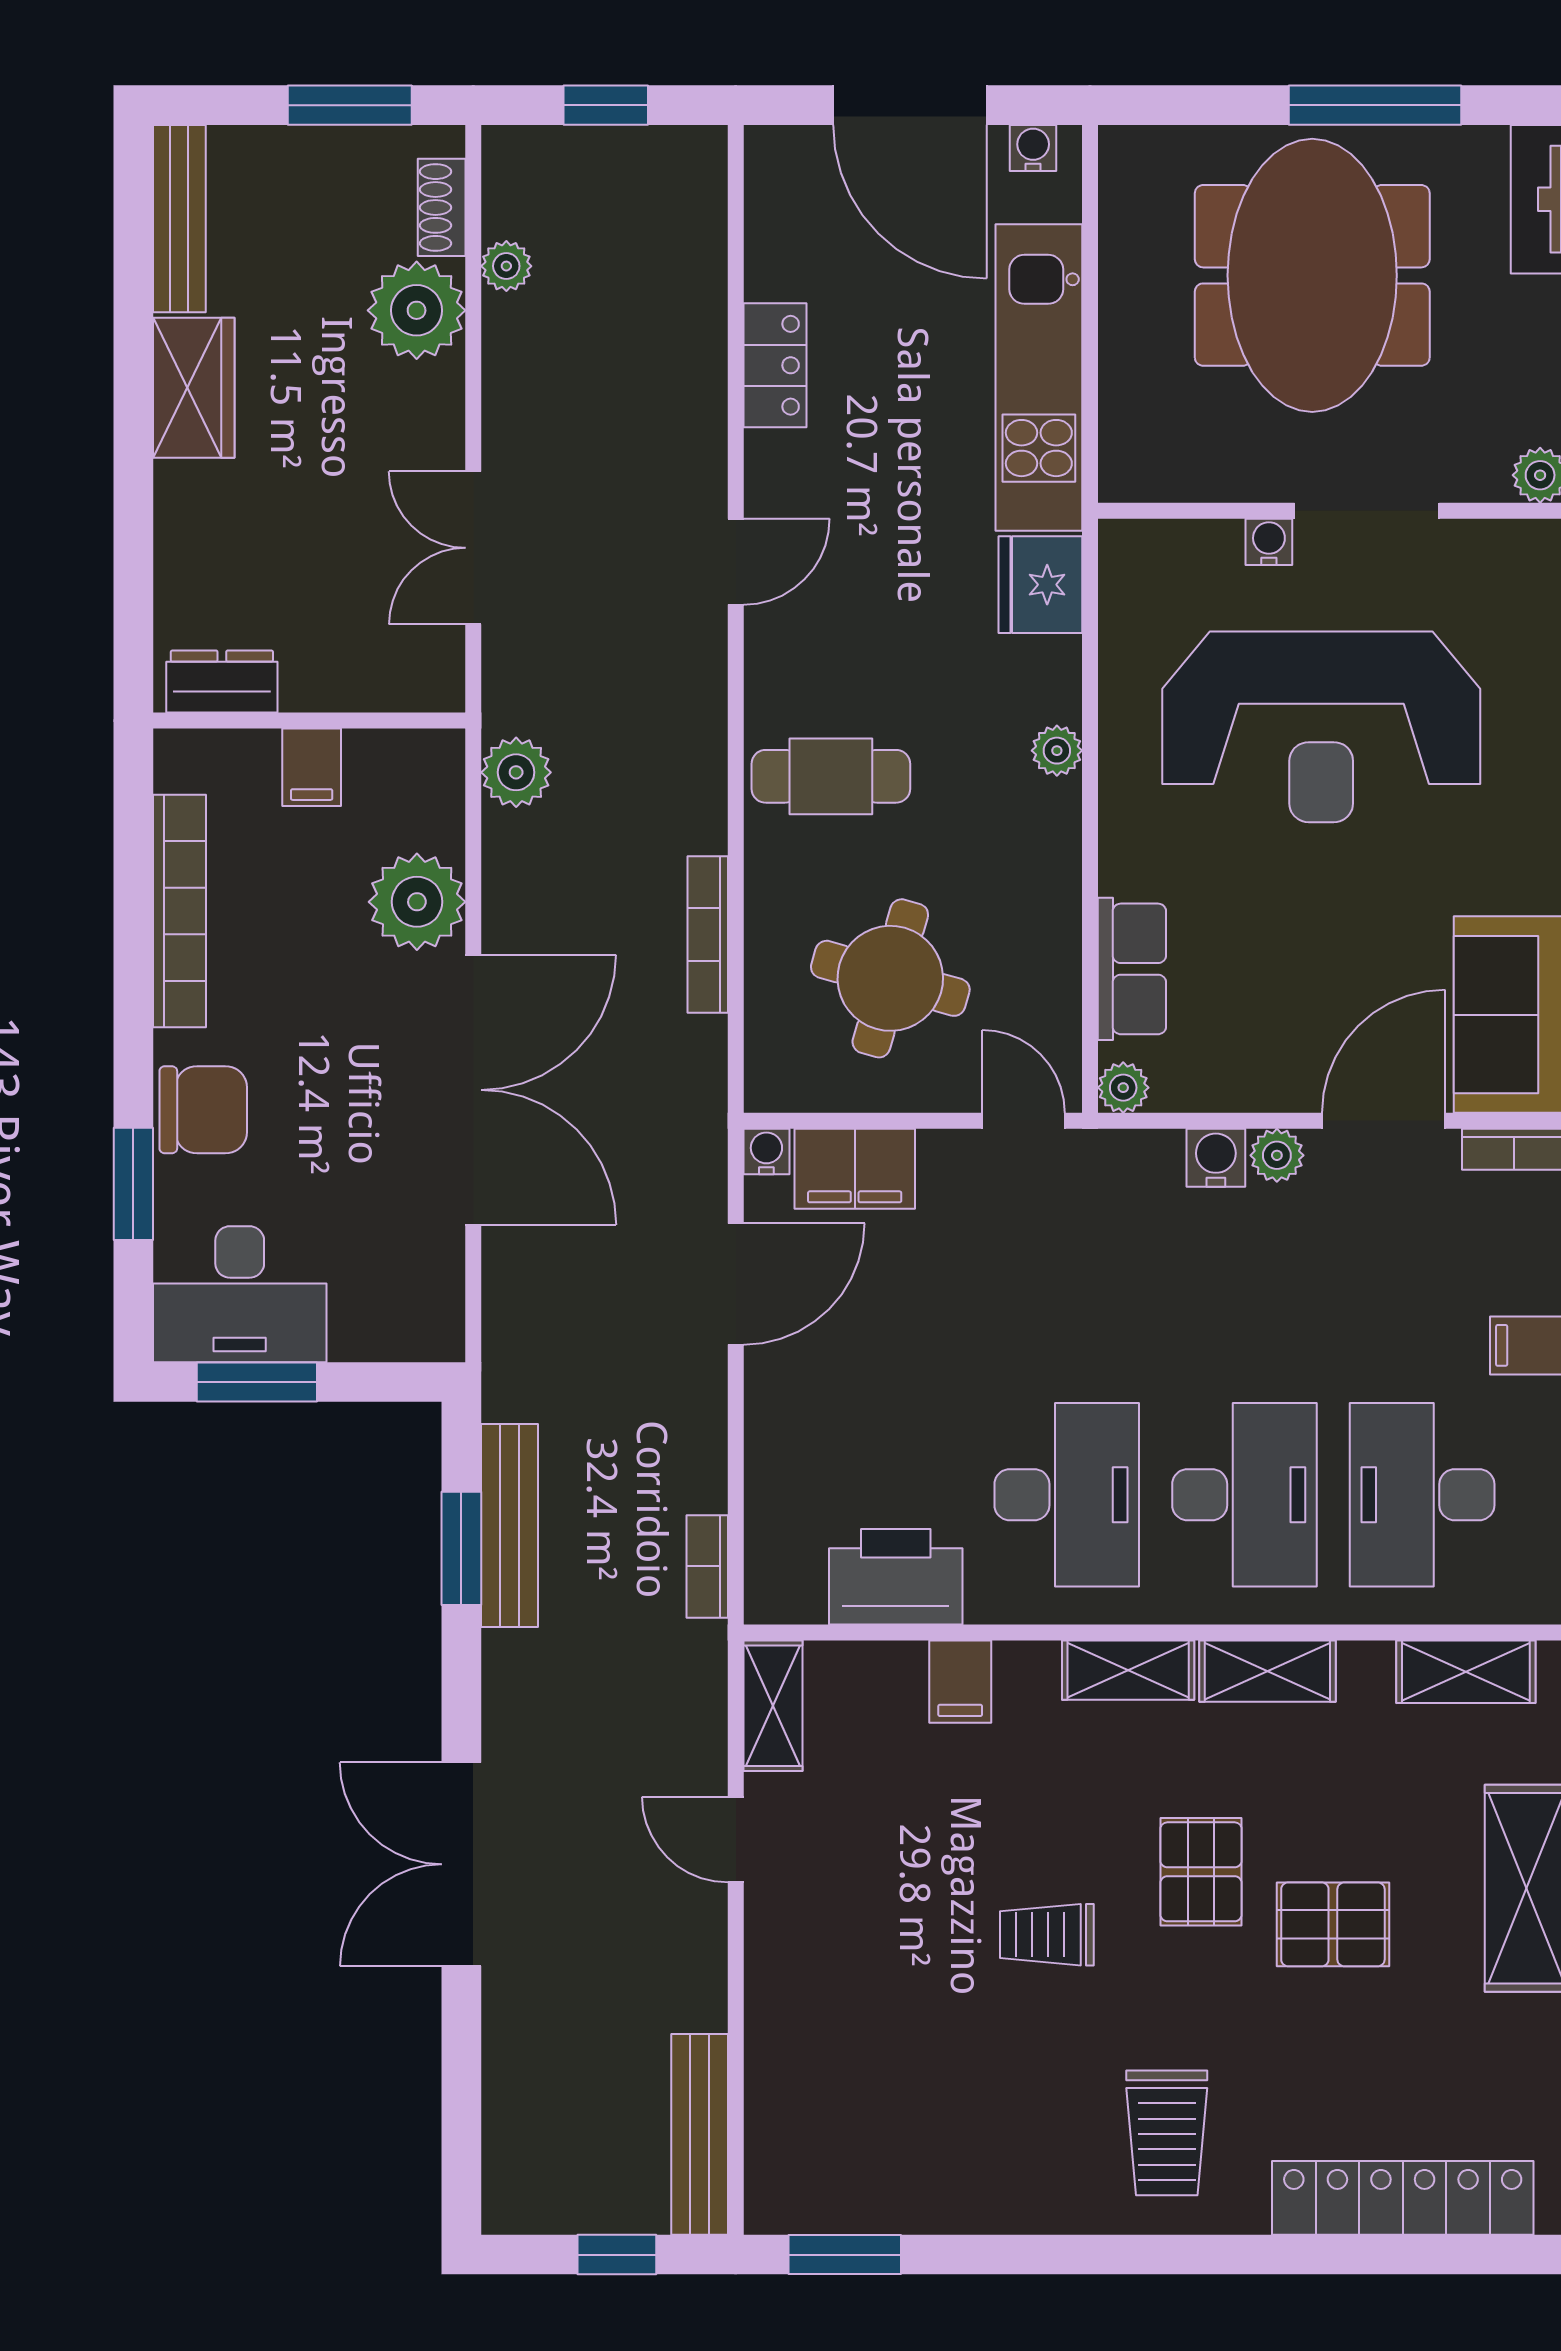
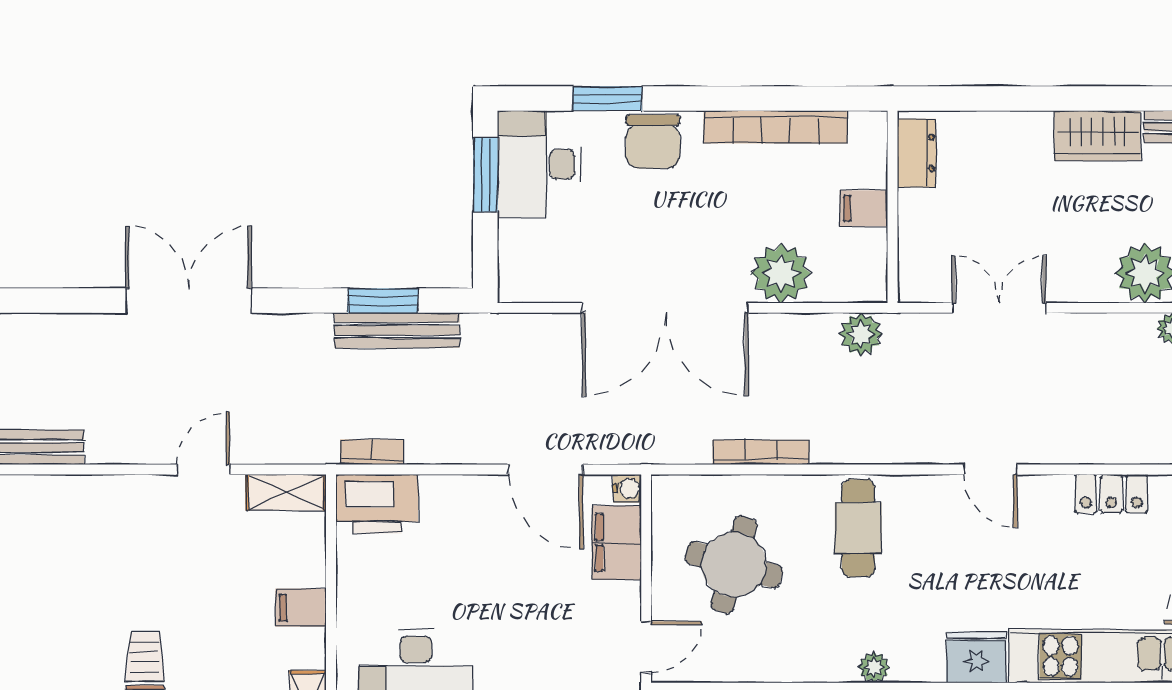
printer: (896, 1577) -> (377, 504), moved, turned 90

